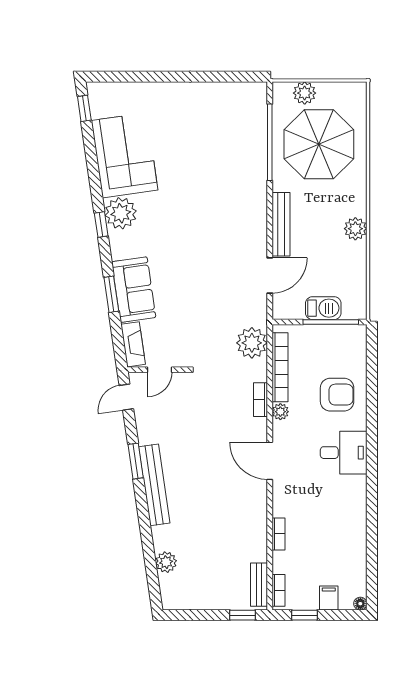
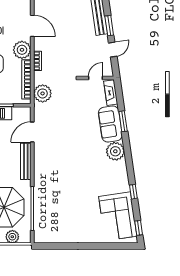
corner sofa: (124, 155) -> (118, 216), moved
plant: (121, 213) -> (115, 151), moved
window: (101, 225) -> (133, 192), moved
door: (126, 397) -> (113, 50), moved
plant: (280, 412) -> (22, 50), width x1.88, depth x1.88

